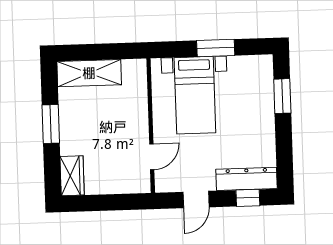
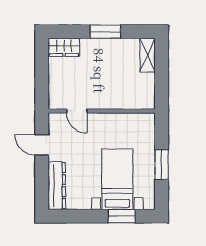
shelving: (89, 73) -> (147, 55), width x0.67, depth x0.75
bed with nightstands: (195, 95) -> (117, 179), moved, turned 90
window: (248, 198) -> (42, 186), removed

